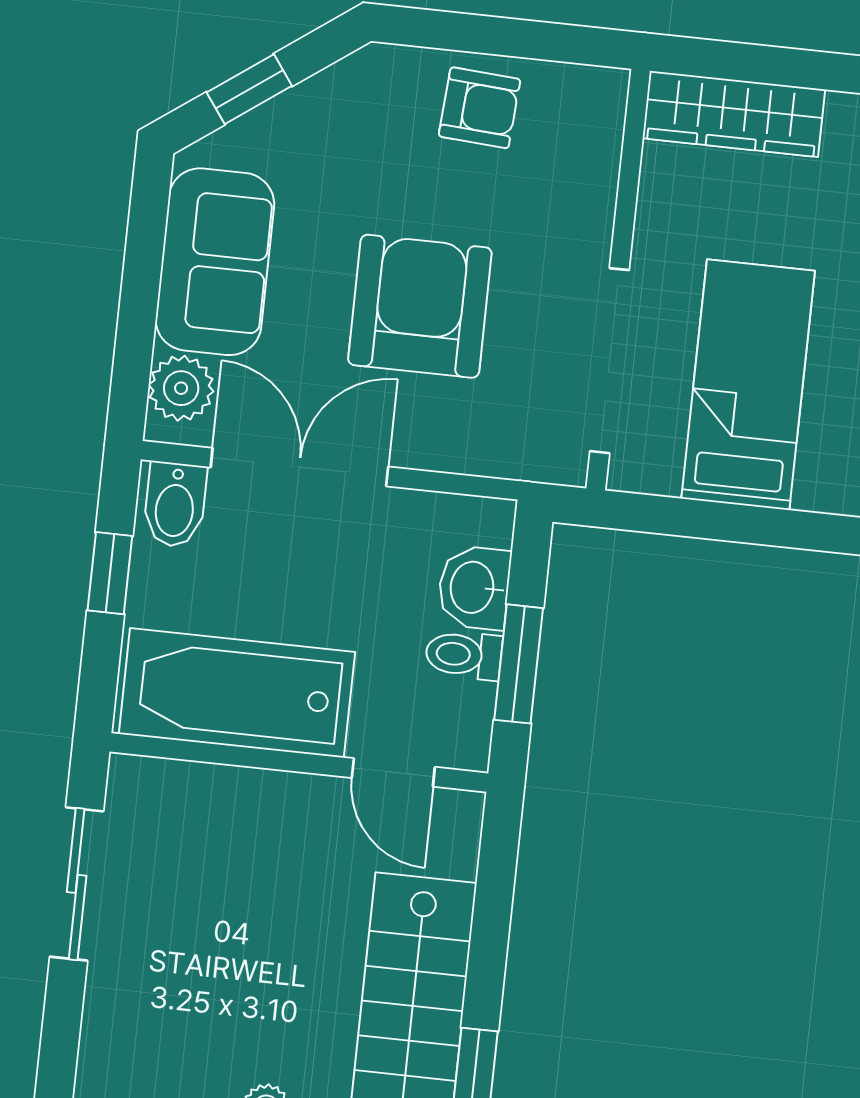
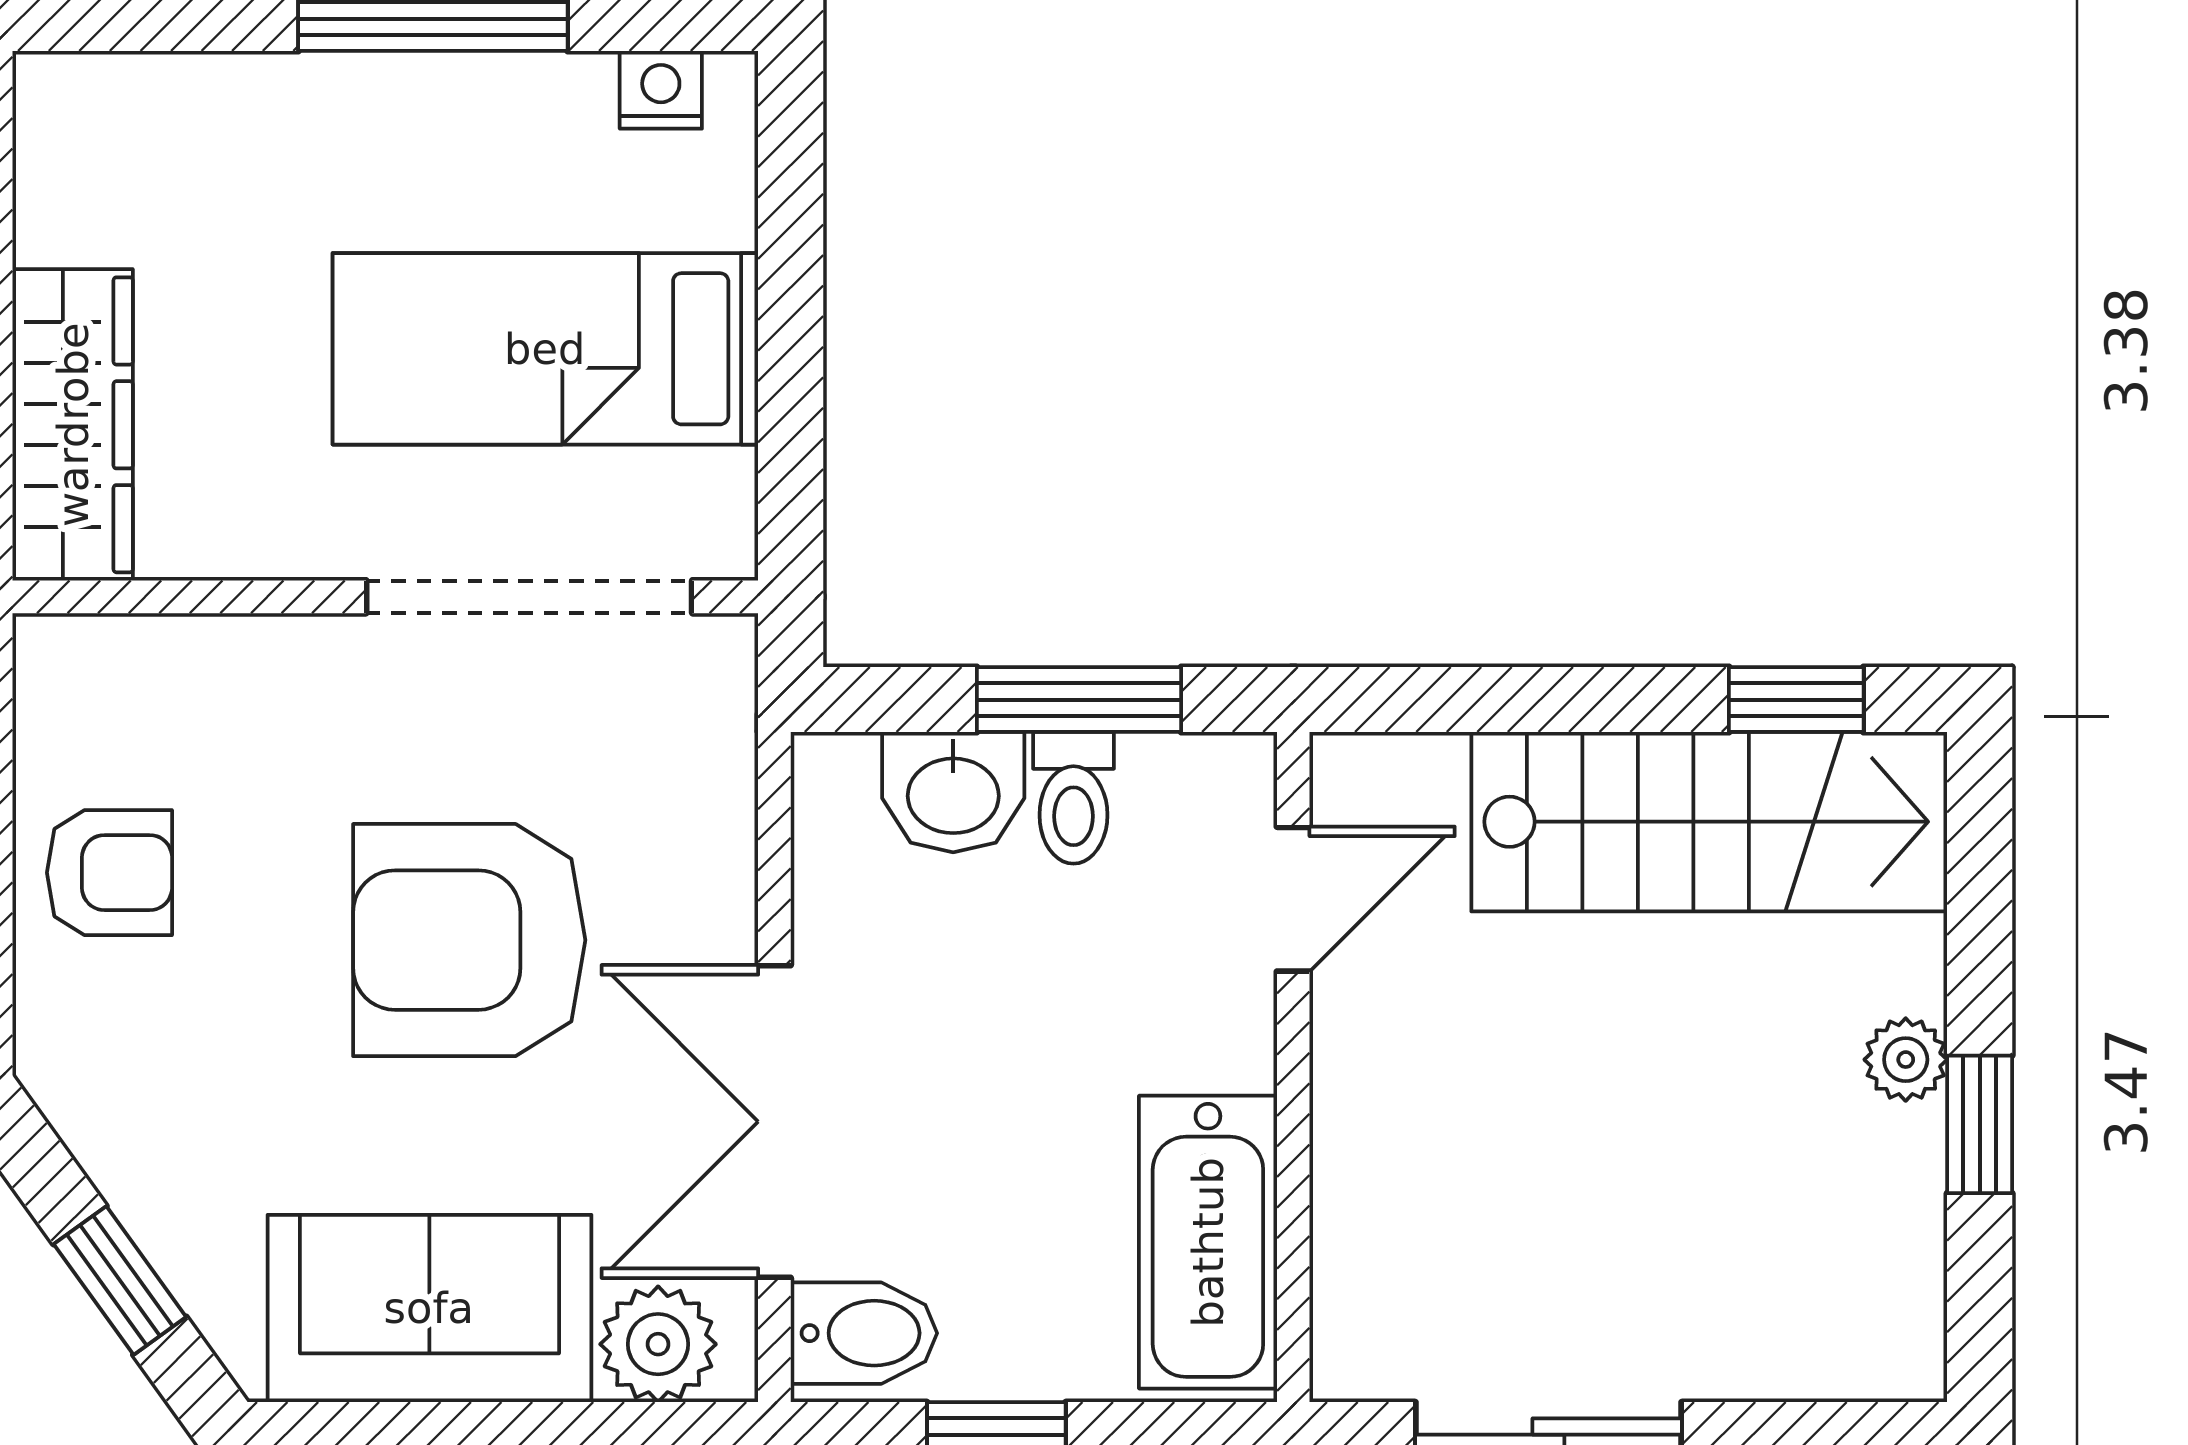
armchair: (480, 108) -> (109, 873), turned 86
bathtub: (237, 693) -> (1208, 1242), width x0.73, depth x0.73

